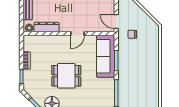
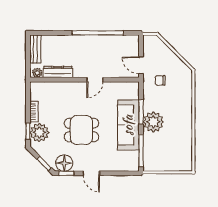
sofa: (106, 56) -> (128, 125), moved
plant: (126, 69) -> (153, 122), added
plant: (31, 78) -> (39, 133), added

